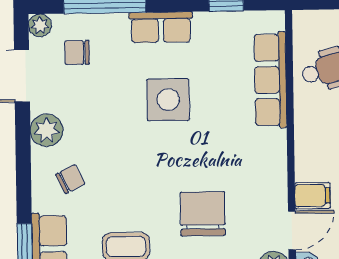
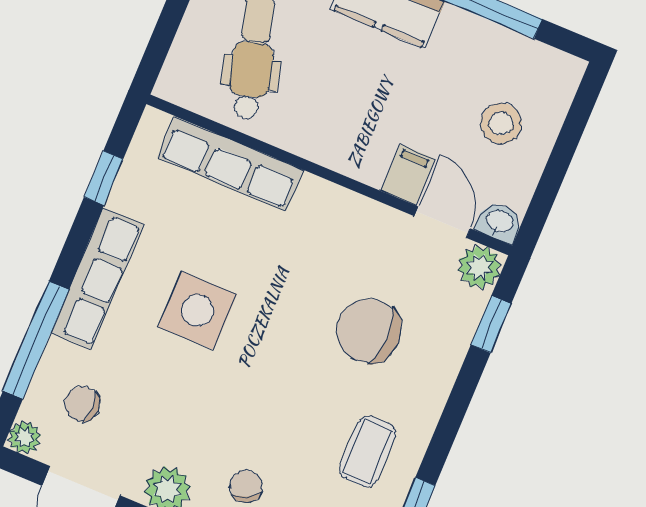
row of seats: (161, 27) -> (97, 278), width x1.48
chair: (77, 53) -> (82, 404), turned 90

